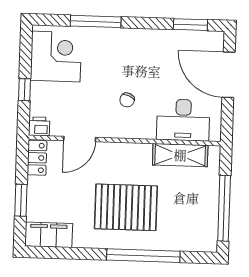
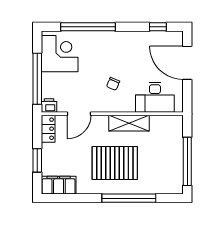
window: (96, 21) -> (88, 27), width x1.46
window: (190, 25) -> (158, 27), width x0.67
window: (25, 90) -> (37, 79), width x3.17
shelving: (180, 155) -> (129, 123), moved

